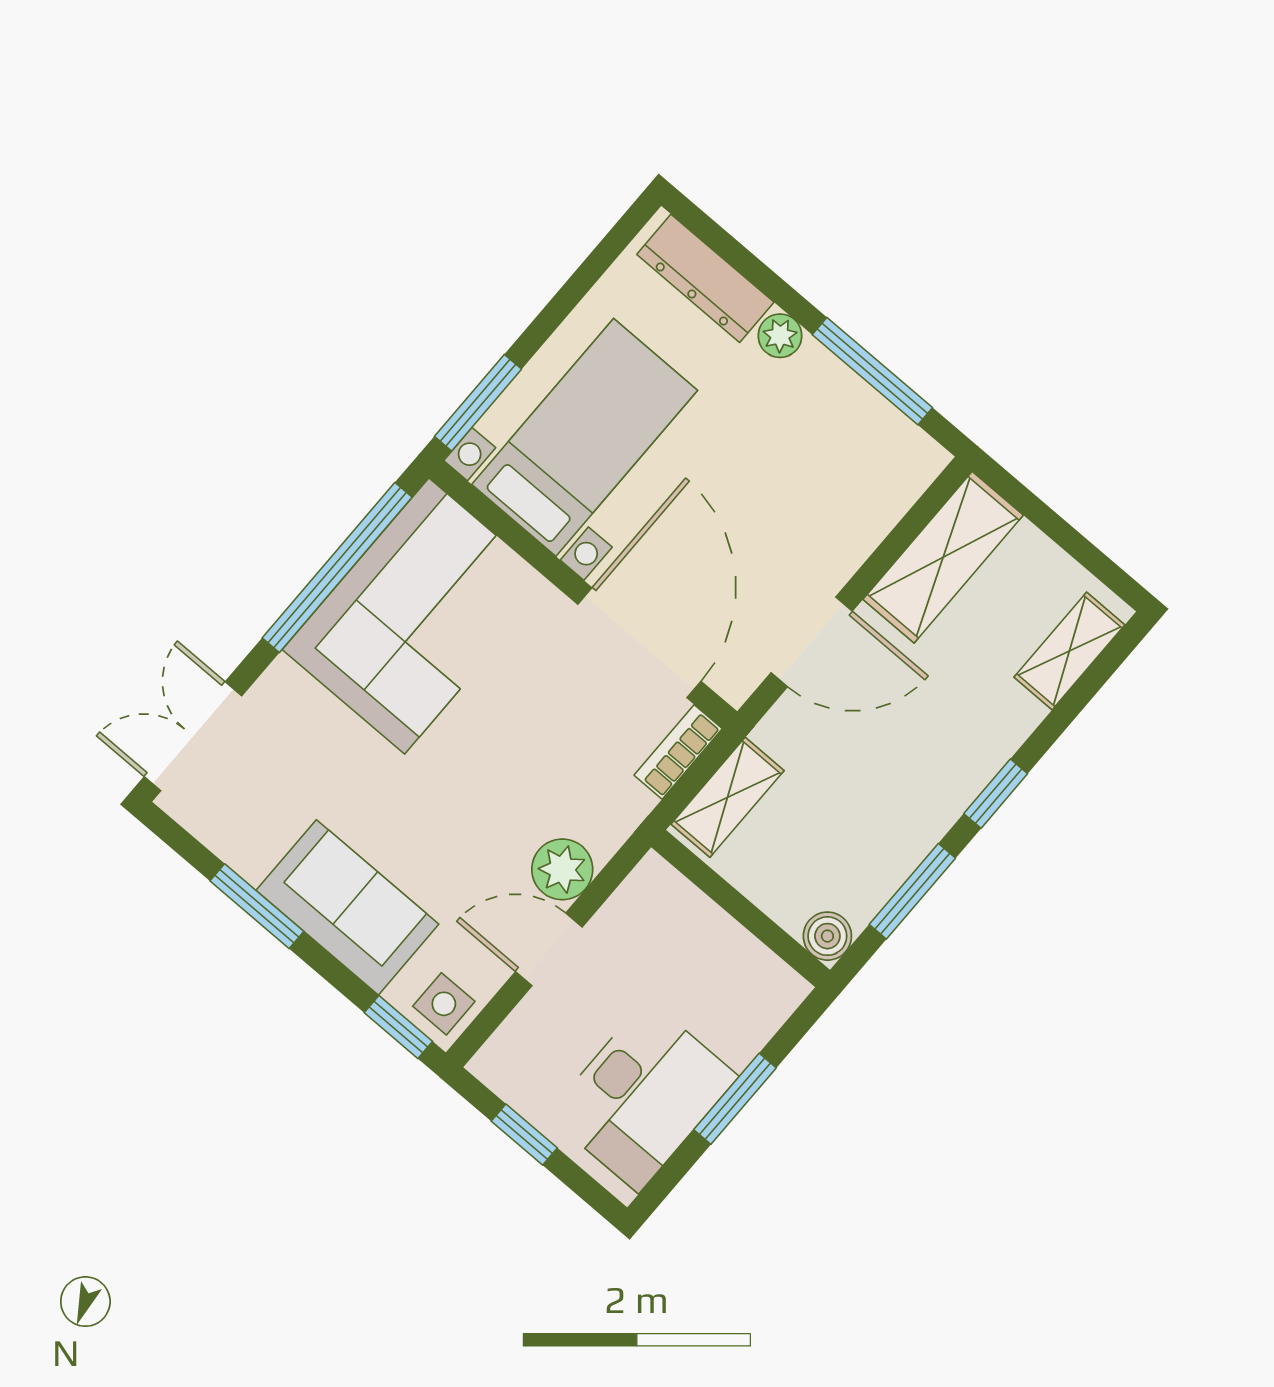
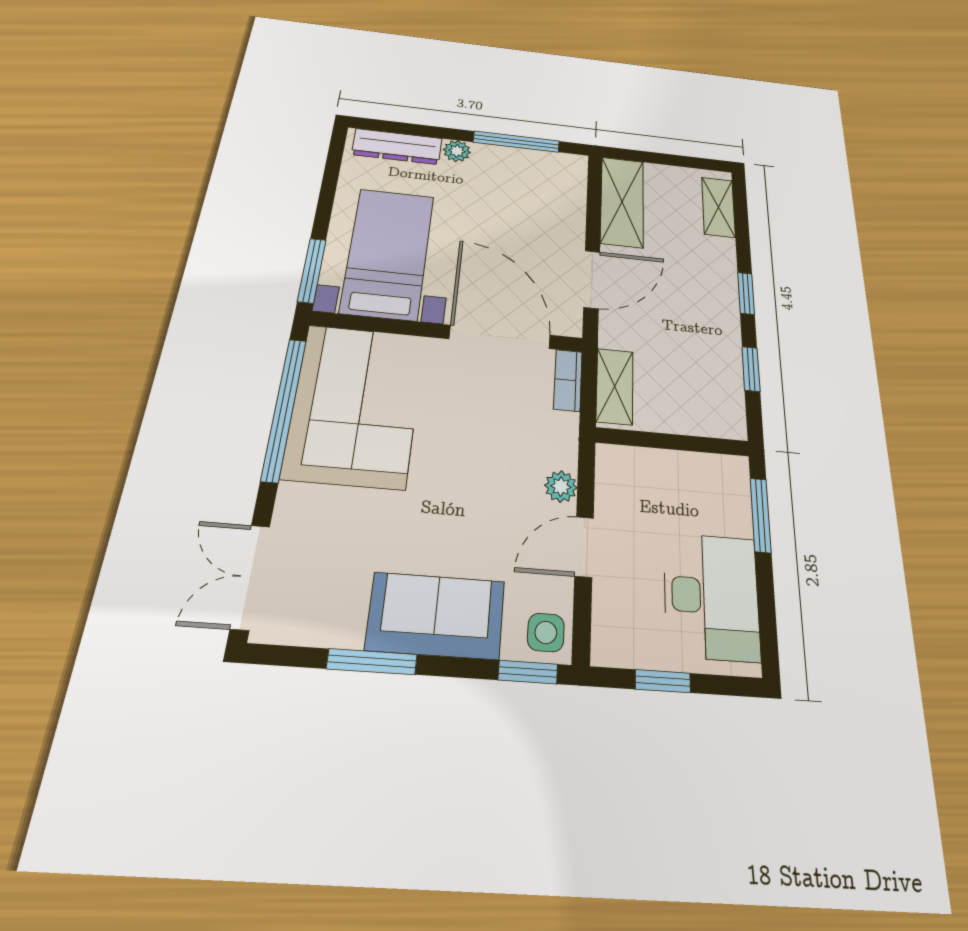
plant: (562, 869) -> (561, 487), width x0.73, depth x0.73
window: (912, 891) -> (751, 369), width x0.67
boiler: (827, 936) -> (730, 424), removed
window: (735, 1099) -> (761, 515), moved

